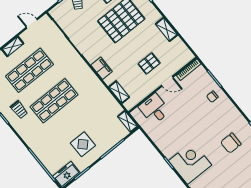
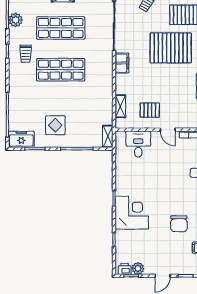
pallet: (149, 63) -> (150, 110), moved
filing cabinet: (102, 68) -> (122, 63), moved
chair: (231, 143) -> (179, 224), turned -90

